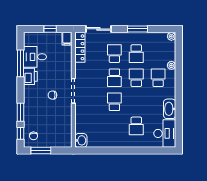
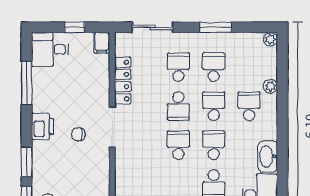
locker: (80, 47) -> (123, 81), moved
school desk: (136, 54) -> (214, 67), turned 180
desk: (35, 57) -> (50, 49), moved
printer: (30, 76) -> (43, 126), moved
school desk: (136, 102) -> (214, 145), added

